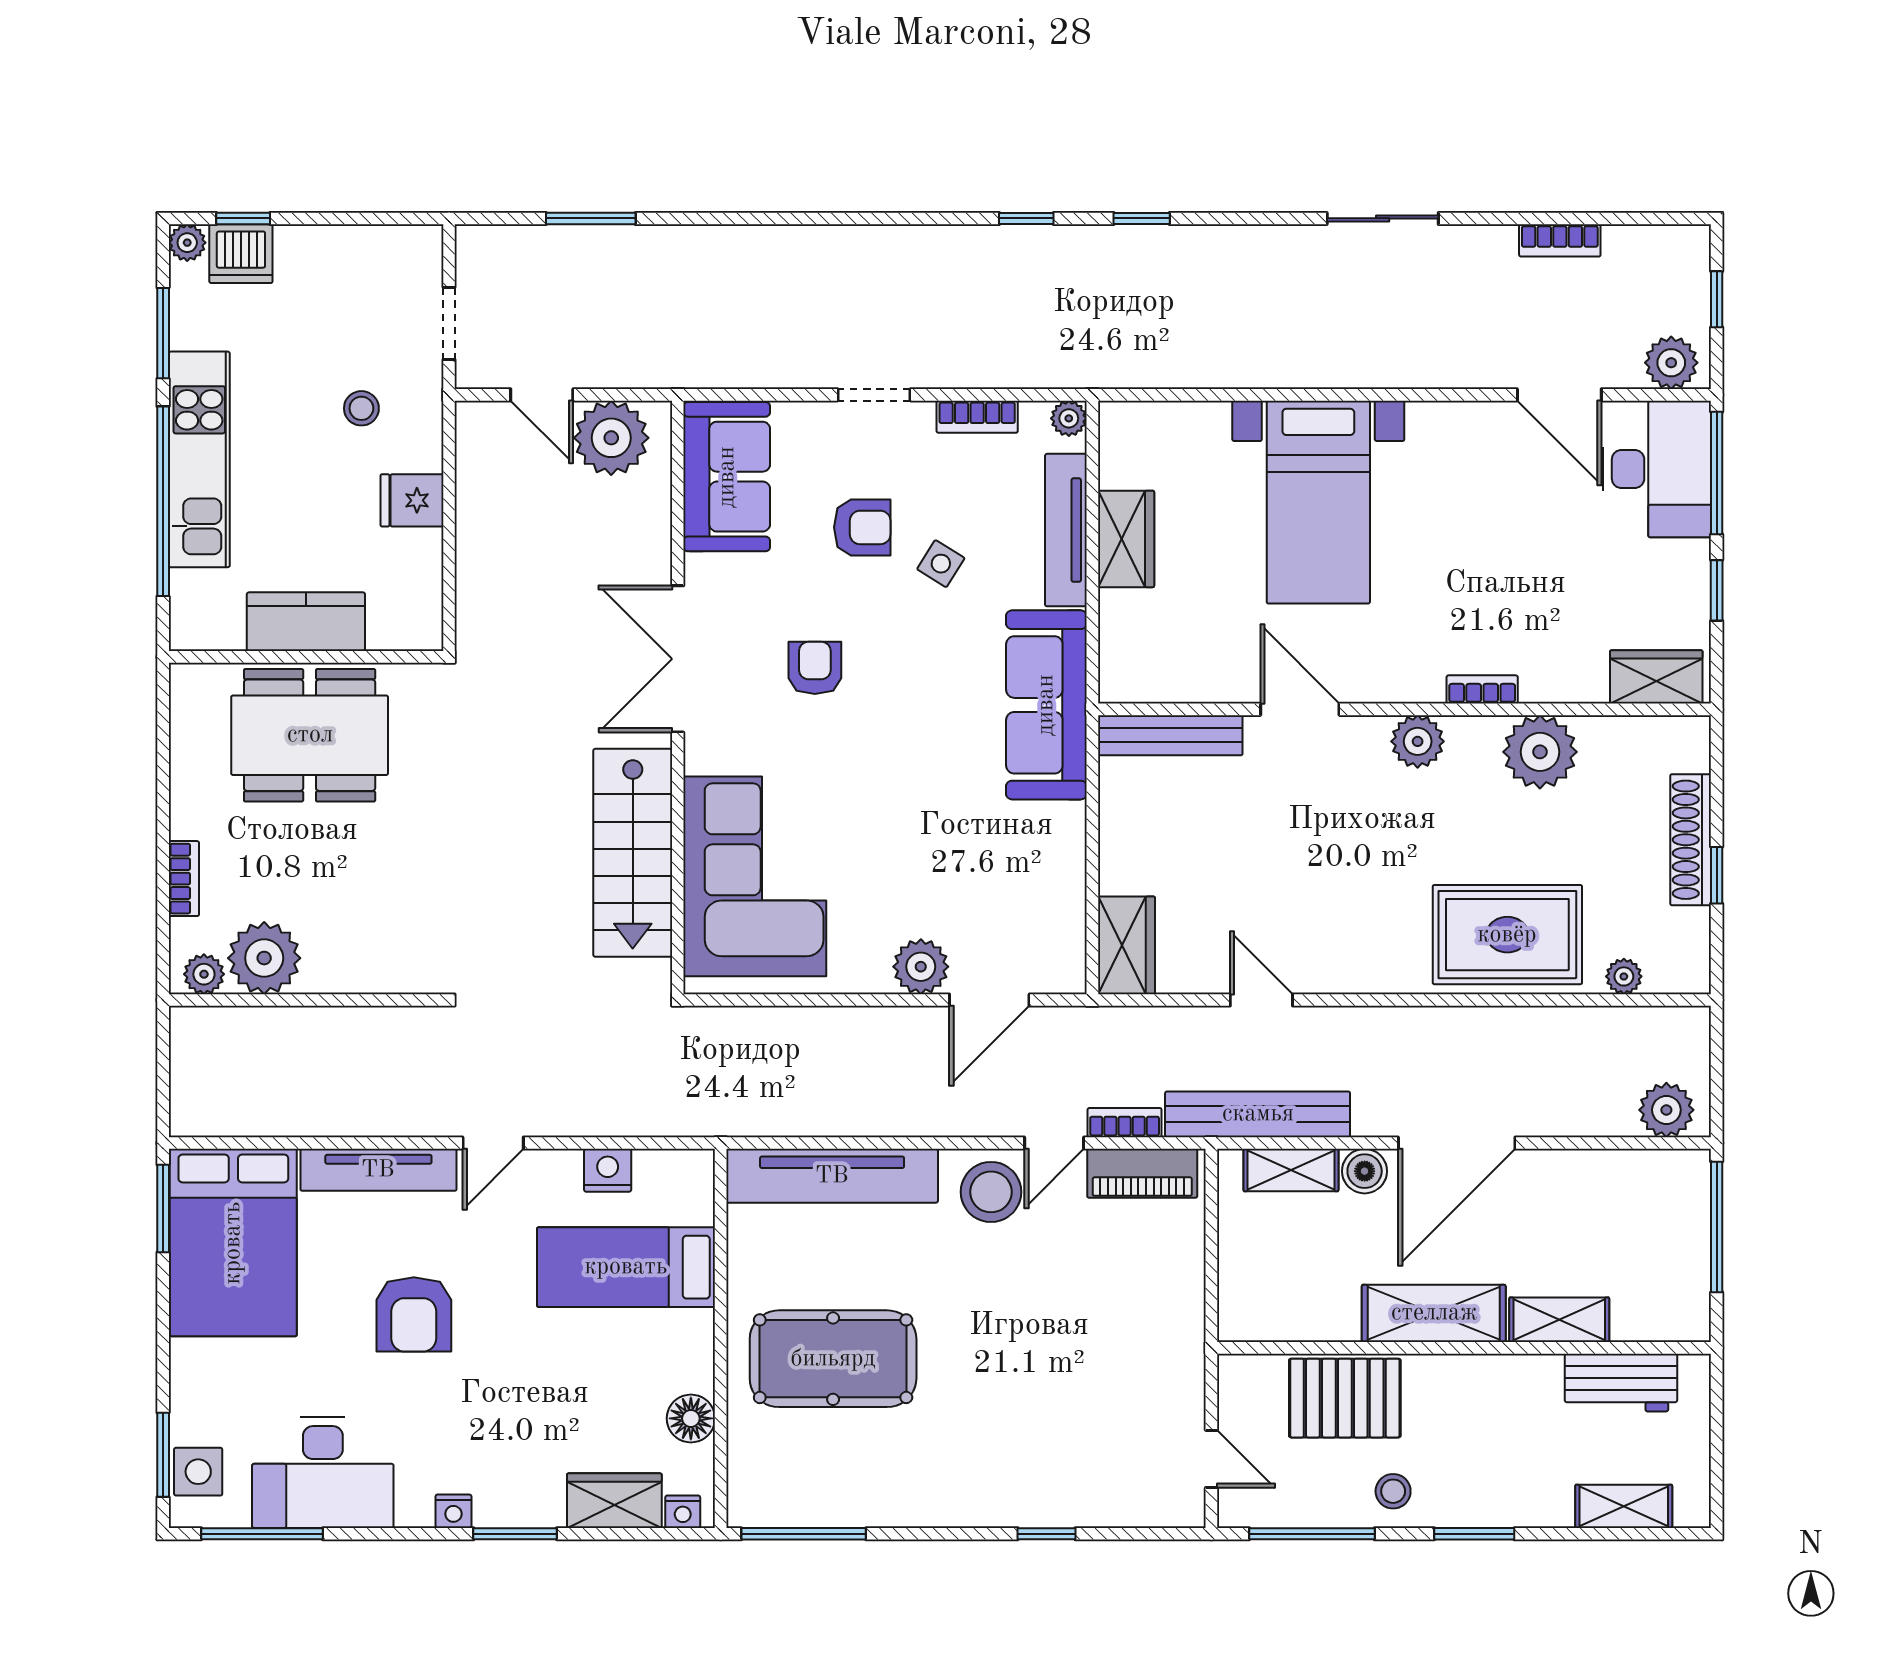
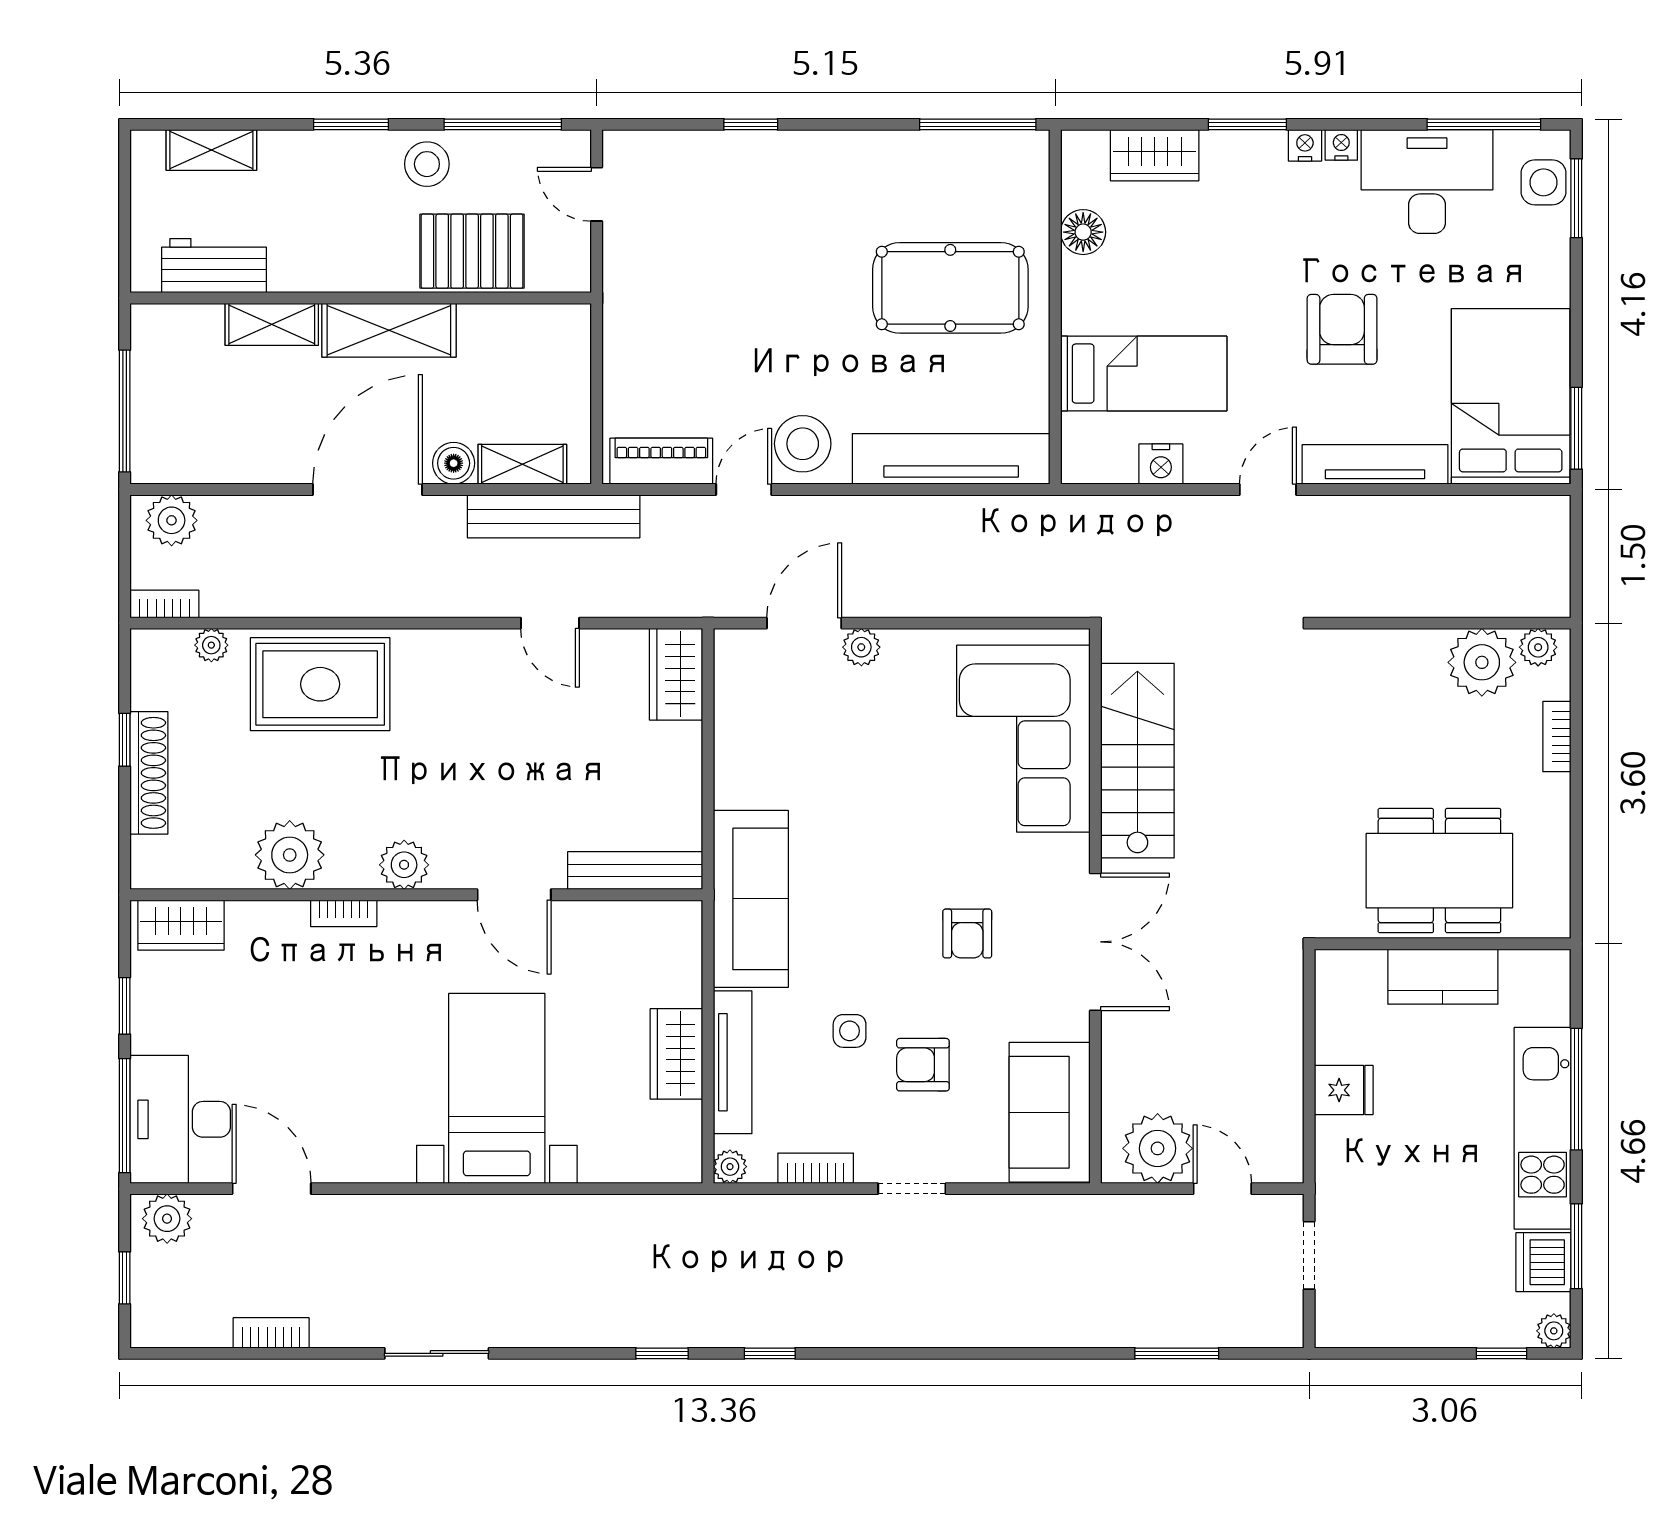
dishwasher: (241, 254) -> (1543, 1262), moved, turned -90
stool: (361, 408) -> (1391, 1176), removed
window: (163, 501) -> (1576, 1089), width x0.68
side table: (941, 564) -> (850, 1031), turned -32
plant: (921, 967) -> (861, 647), width x0.73, depth x0.73
bookcase: (1125, 1123) -> (164, 604), moved, turned 180
stool: (1393, 1491) -> (427, 164), width x1.37, depth x1.37
nightstand: (683, 1512) -> (1341, 145), moved

